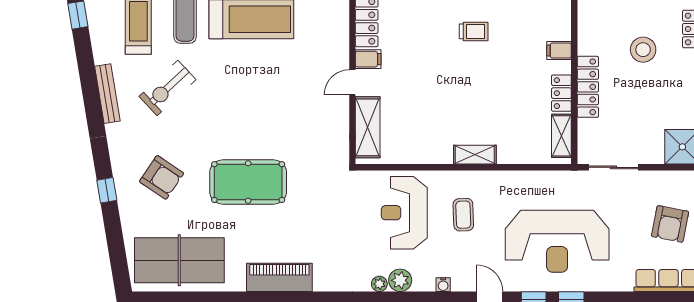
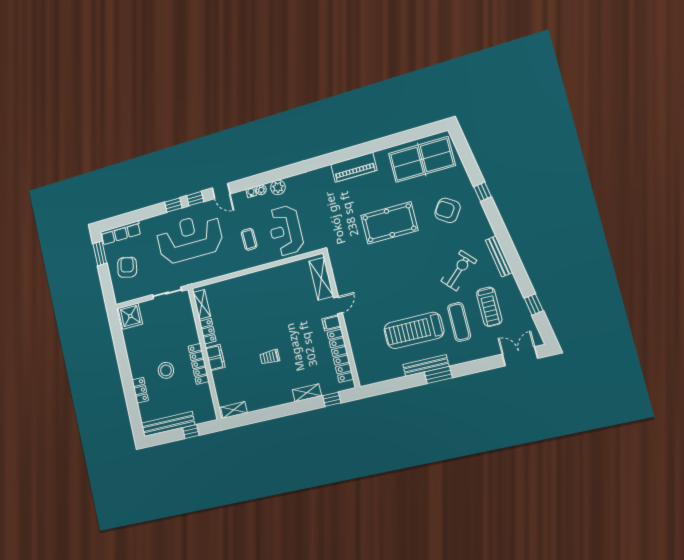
filing cabinet: (559, 51) -> (215, 358), width x2.00
locker: (588, 87) -> (199, 364), moved
shelving: (475, 155) -> (251, 279), removed
reception desk: (404, 213) -> (285, 231), turned 180
plant: (379, 284) -> (261, 190), moved

